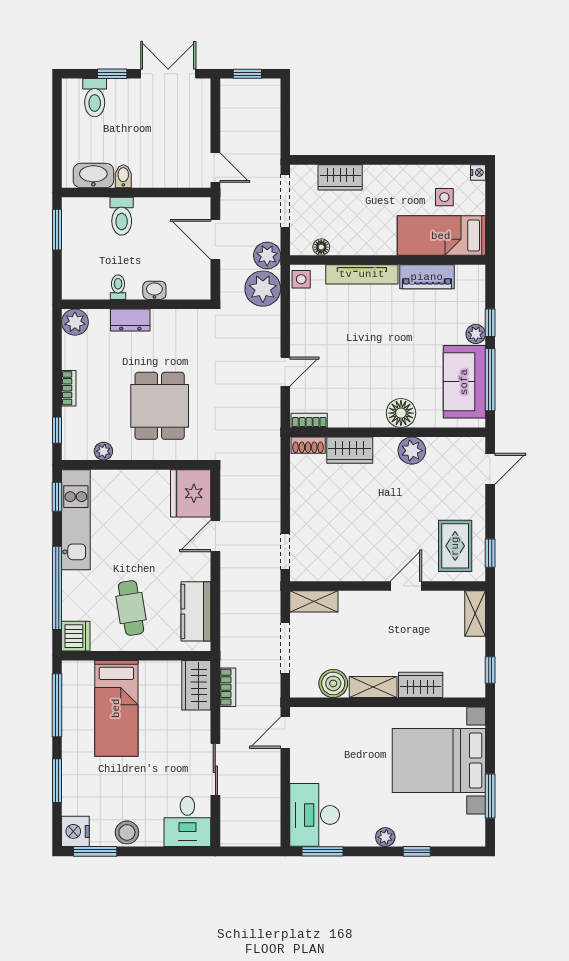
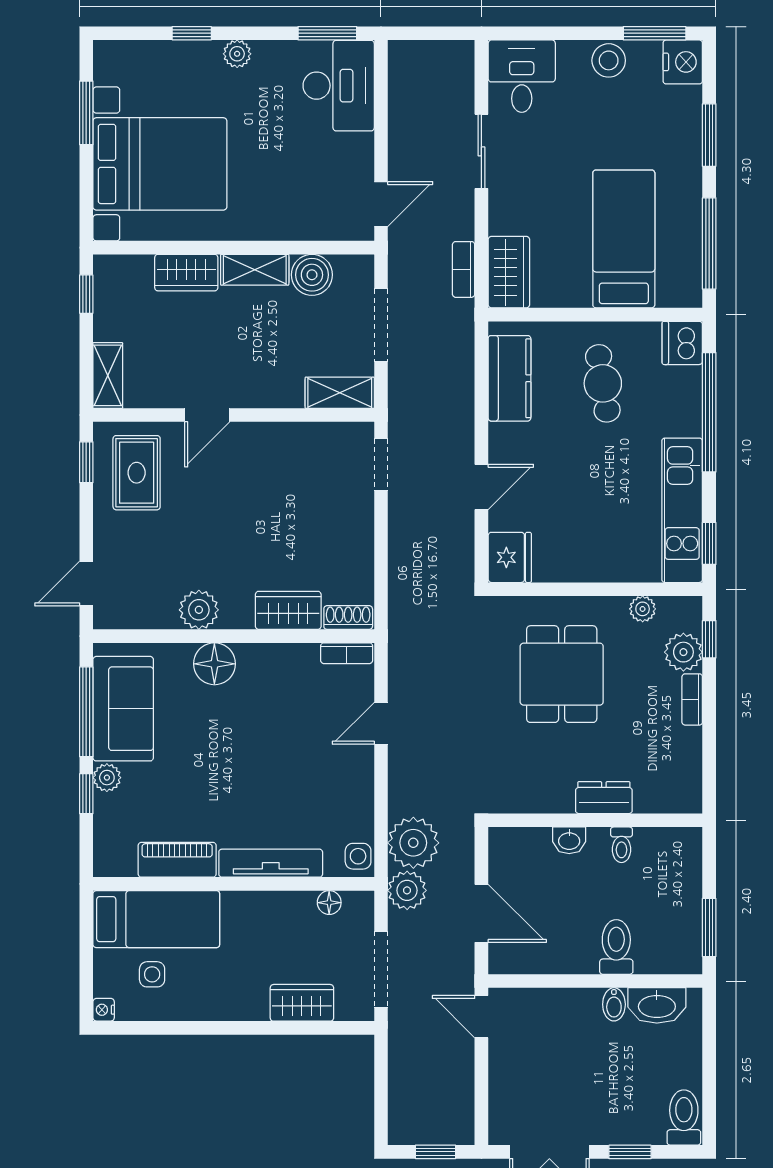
toilet: (95, 98) -> (684, 1117), moved
plant: (75, 322) -> (683, 652), moved
fridge: (191, 493) -> (510, 557), width x0.73, depth x0.75

